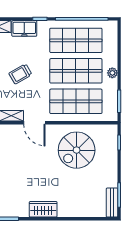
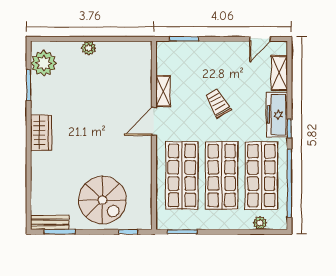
freezer: (24, 28) -> (277, 115), width x1.40
plant: (112, 73) -> (260, 223), moved
spiral stairs: (77, 150) -> (102, 200), moved, turned 180

